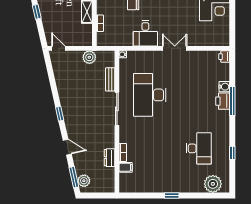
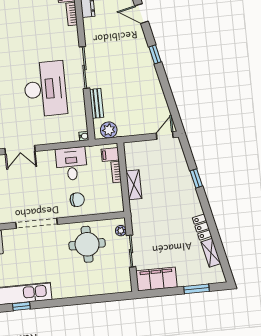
desk: (145, 33) -> (71, 164), moved
filing cabinet: (103, 38) -> (110, 155), added
door: (58, 48) -> (165, 135), swing flipped
plant: (89, 57) -> (109, 130), moved

